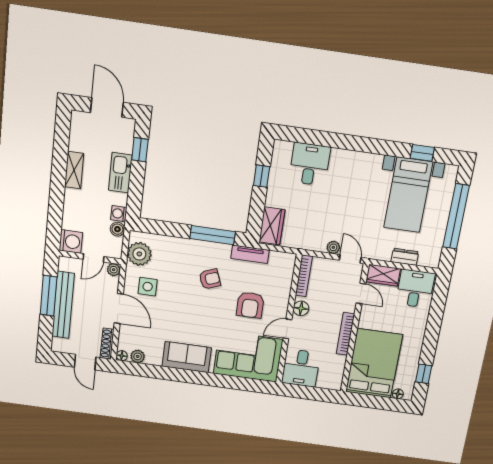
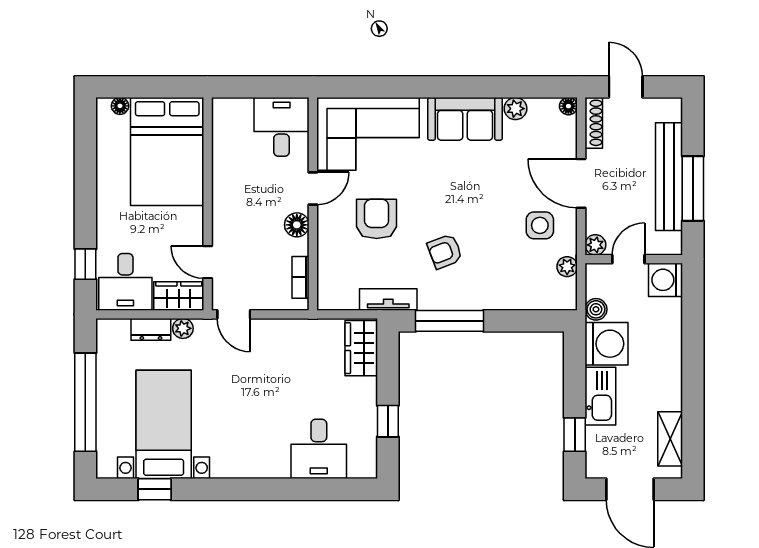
shelving: (74, 170) -> (670, 439), moved
washing machine: (119, 214) -> (606, 344), width x1.89, depth x1.89
plant: (333, 247) -> (183, 328), moved
plant: (139, 254) -> (567, 267), width x0.53, depth x0.53
bookcase: (304, 276) -> (300, 277), width x0.64
bookcase: (345, 334) -> (221, 194), removed
plant: (138, 356) -> (515, 109), moved
window: (424, 374) -> (85, 264), moved

